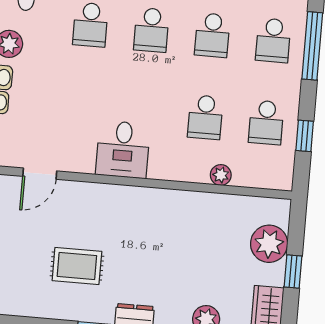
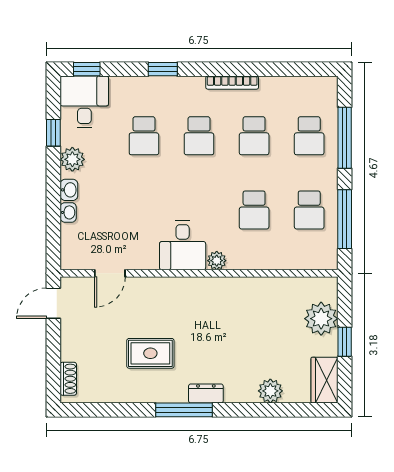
window: (305, 136) -> (345, 219), width x2.17
plant: (221, 175) -> (217, 261), moved

